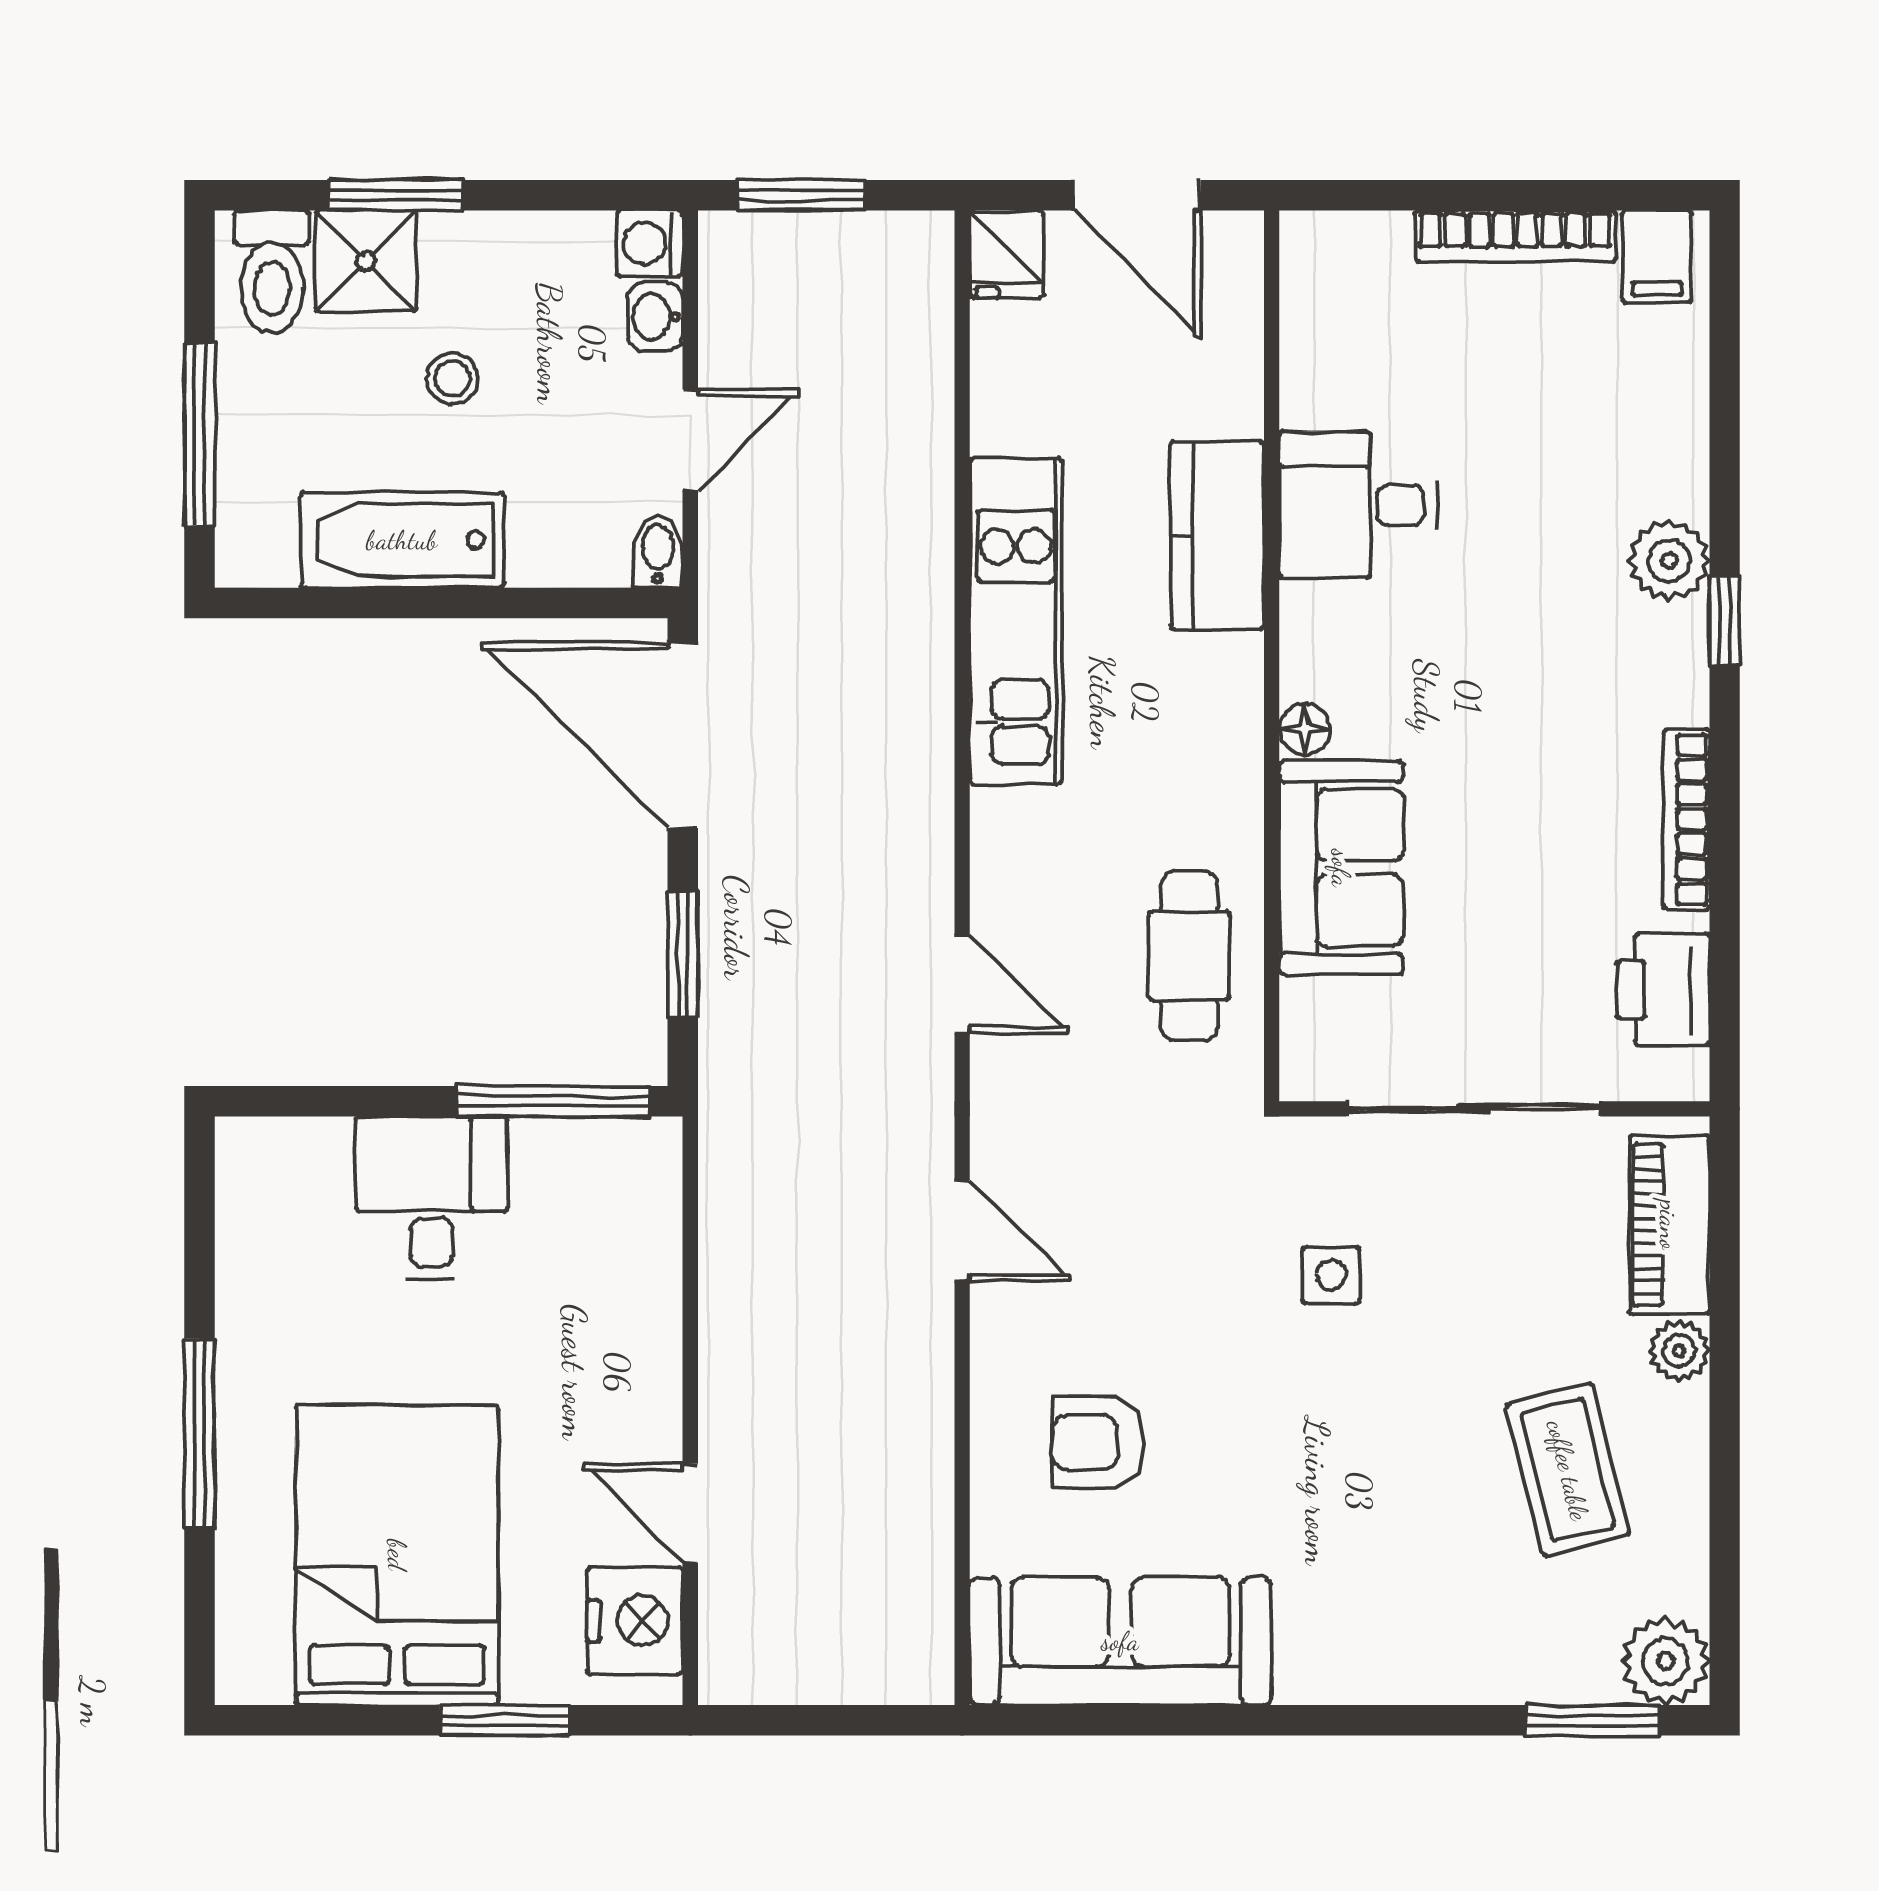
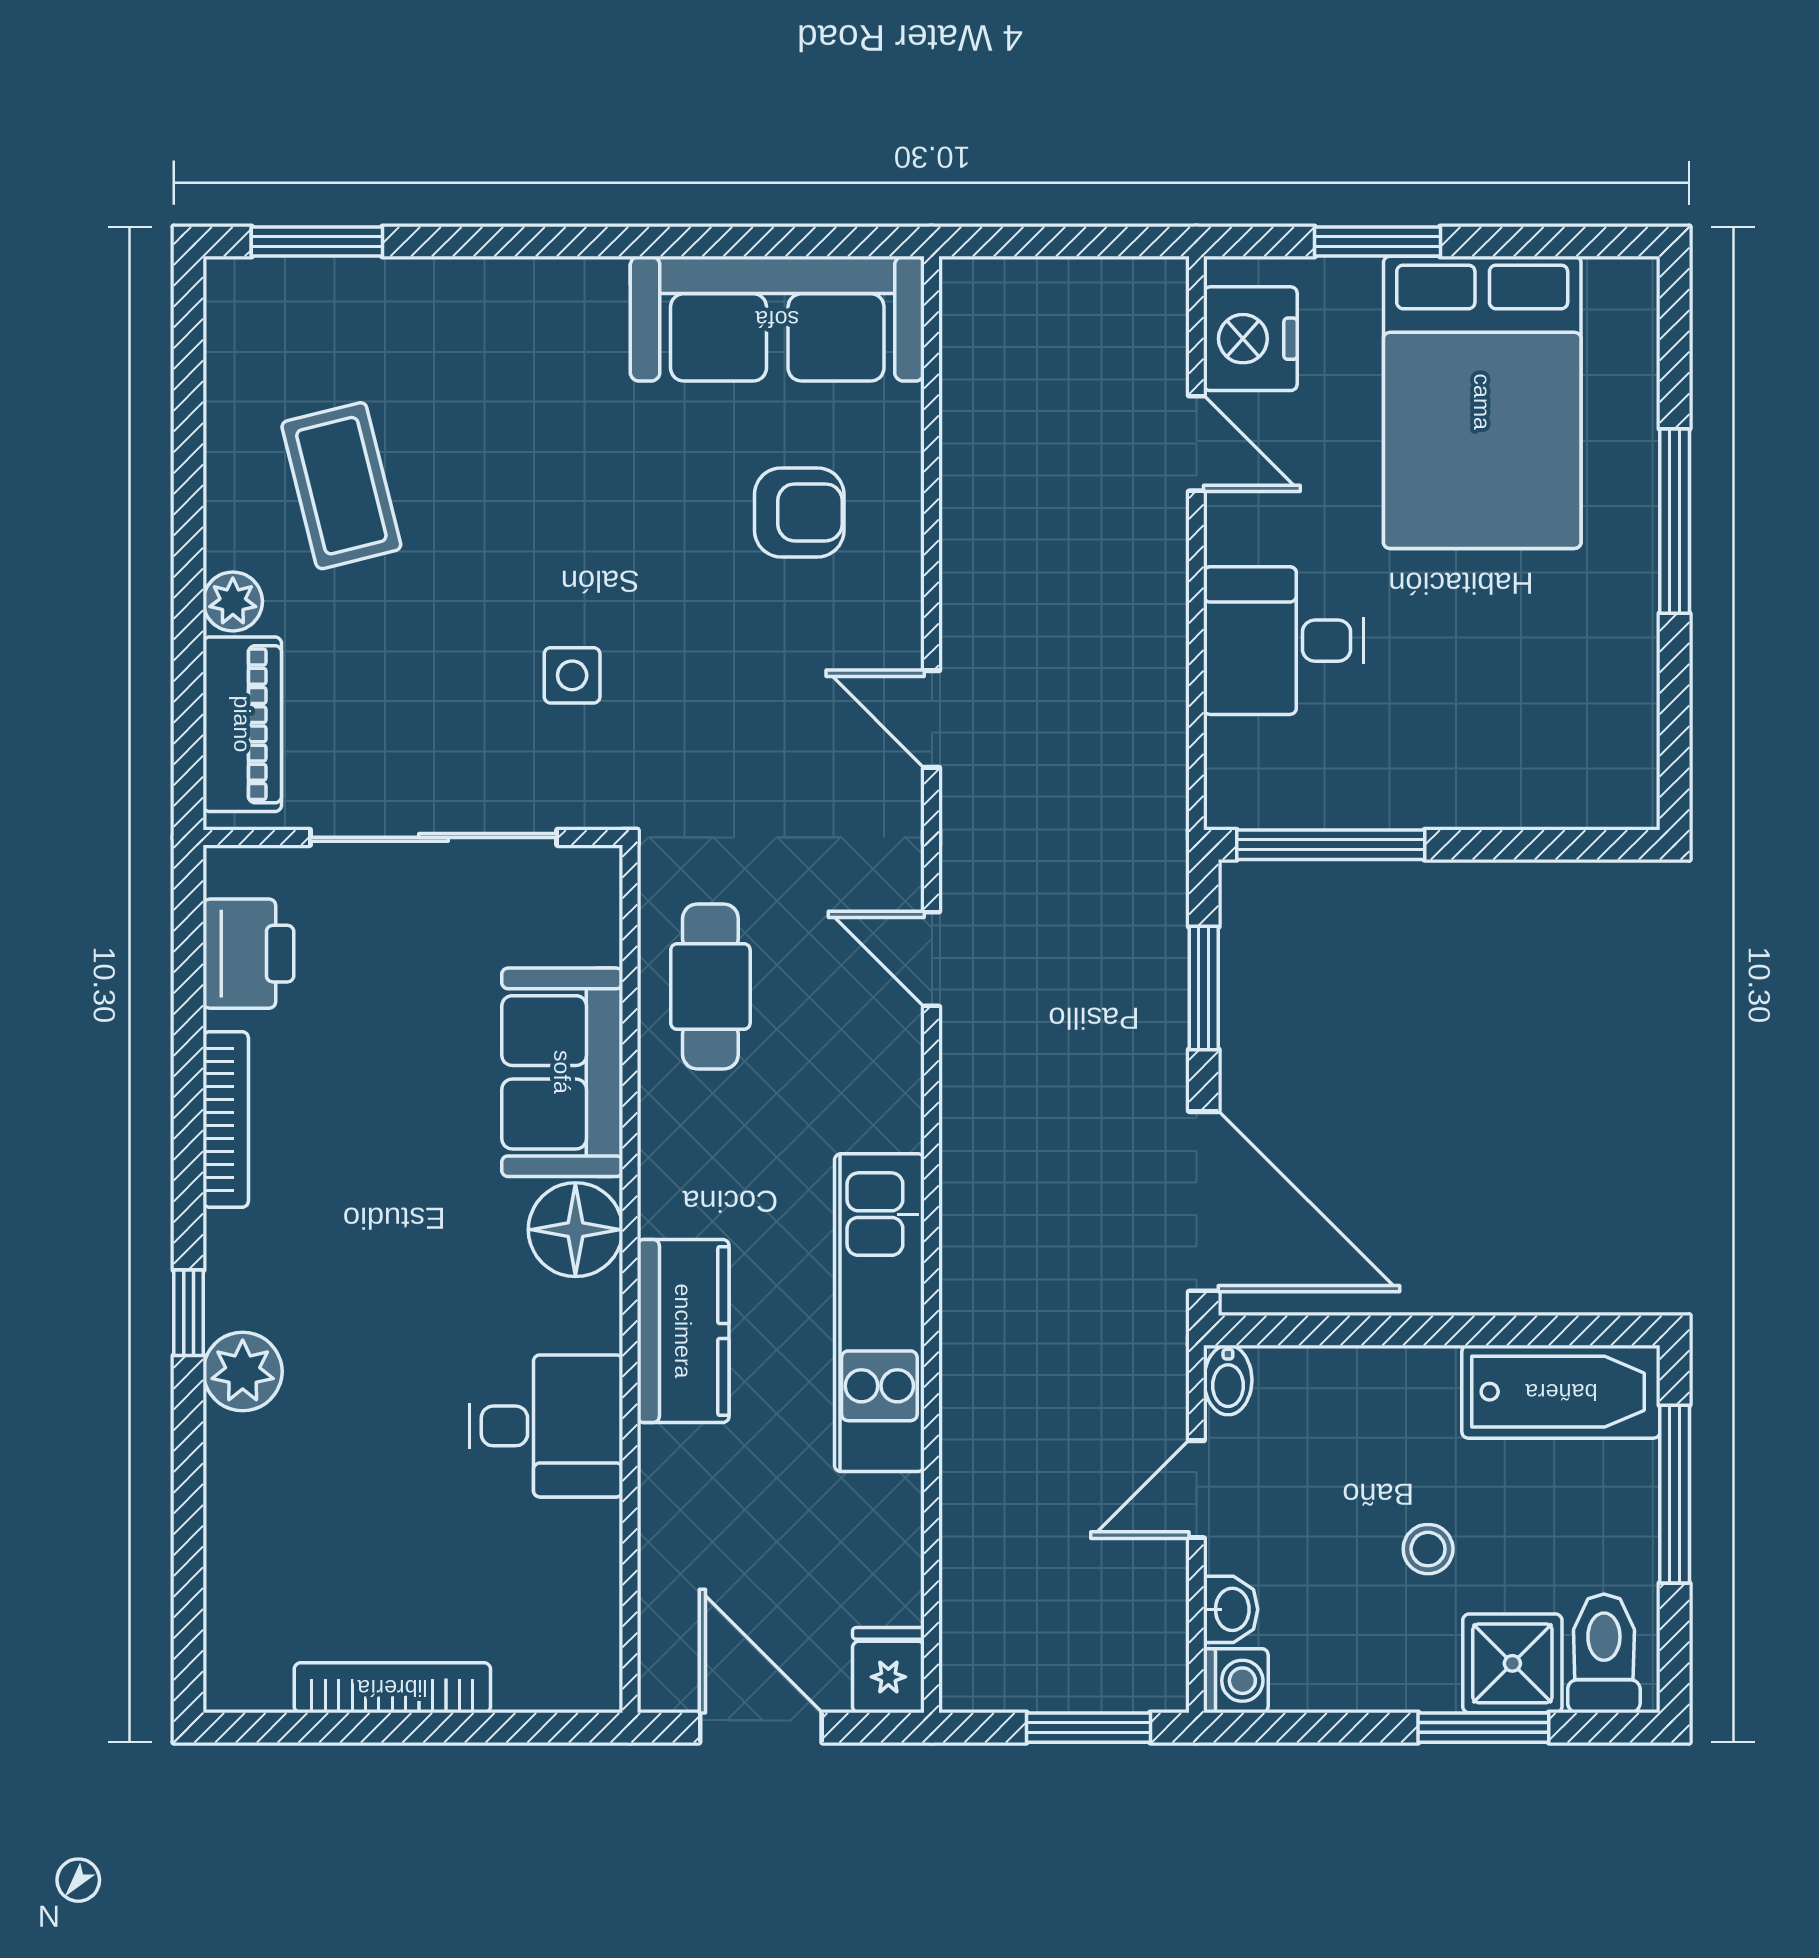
filing cabinet: (1657, 257) -> (255, 1668), removed
kitchen counter: (1217, 535) -> (683, 1331), moved
bathtub: (402, 540) -> (1561, 1392), moved
floor lamp: (1305, 729) -> (575, 1230), width x1.89, depth x1.89
desk: (432, 1198) -> (1283, 641), moved, turned 90
plant: (1666, 1661) -> (246, 299), removed

